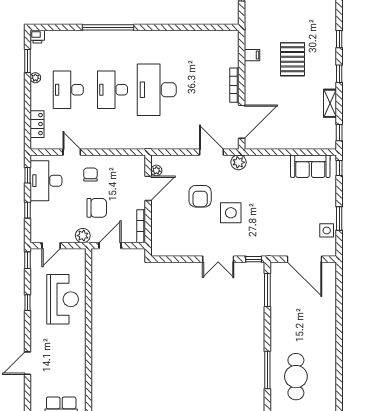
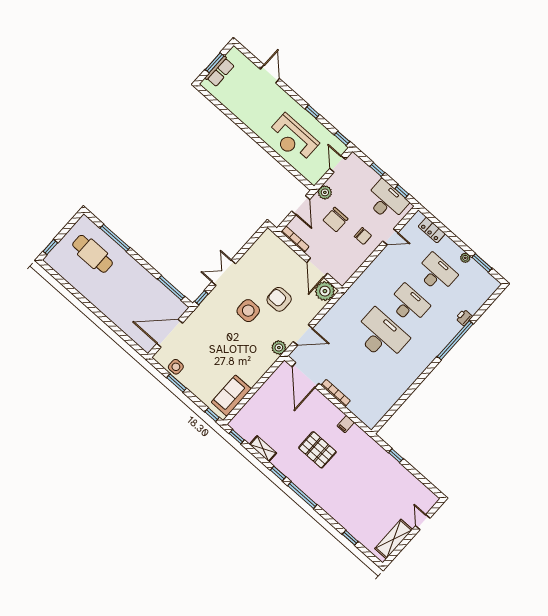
printer: (37, 37) -> (464, 317), moved
window: (339, 39) -> (302, 495), width x2.17
plant: (156, 171) -> (325, 291), width x1.88, depth x1.88

